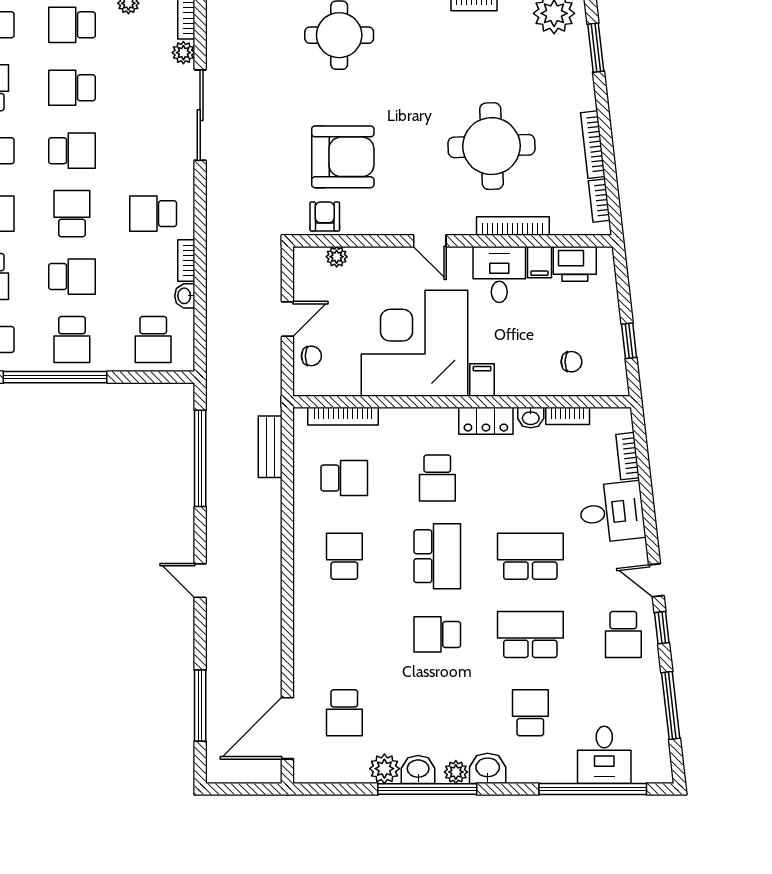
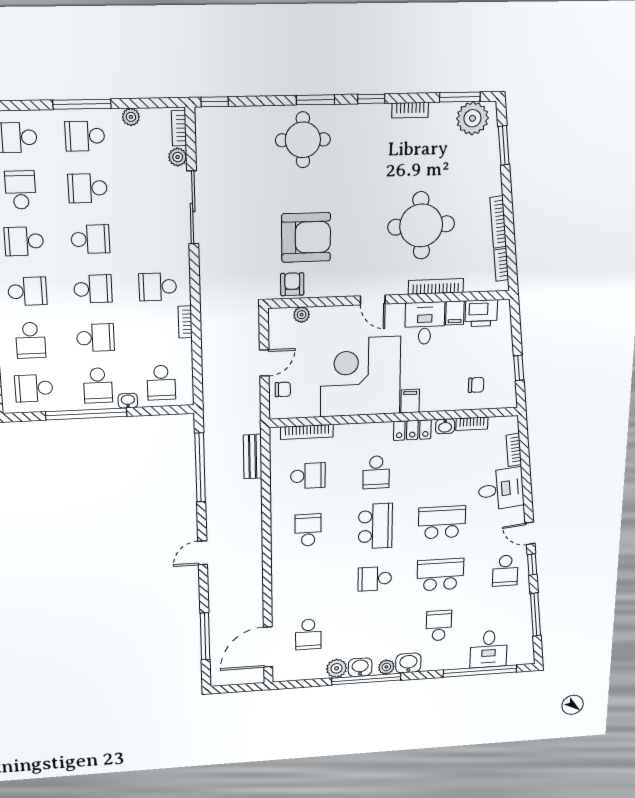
school desk: (72, 214) -> (93, 289), turned 90
washbasin: (185, 296) -> (128, 401), moved, turned 90
door: (200, 581) -> (203, 553), hinge flipped

